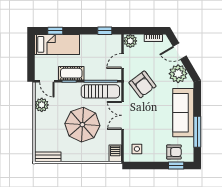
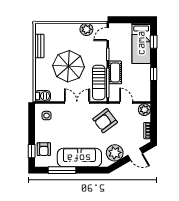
window: (105, 31) -> (154, 74), moved
door: (180, 51) -> (135, 154), swing flipped
cot: (71, 73) -> (115, 72), moved
bench: (48, 157) -> (39, 46), moved

